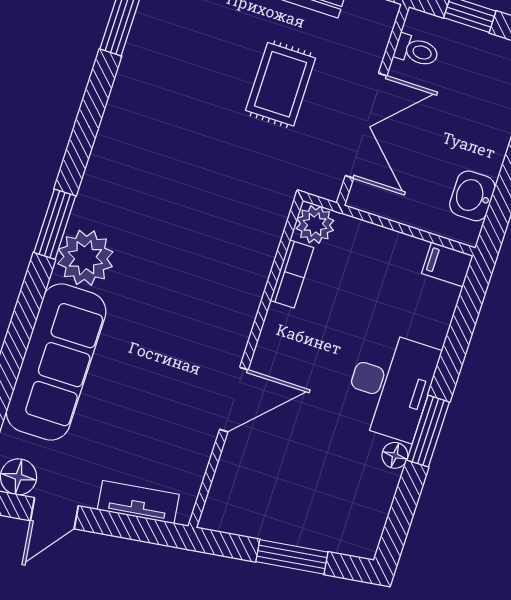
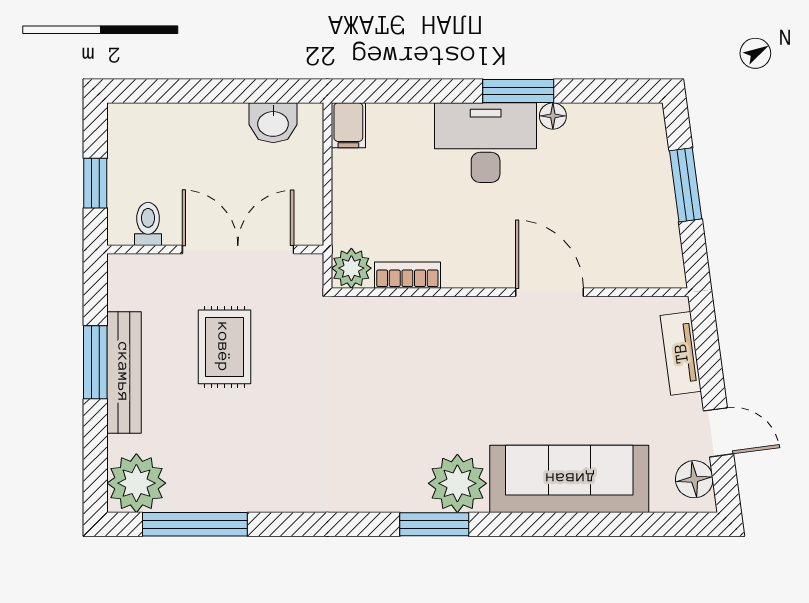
rug: (281, 84) -> (224, 347), turned 90

